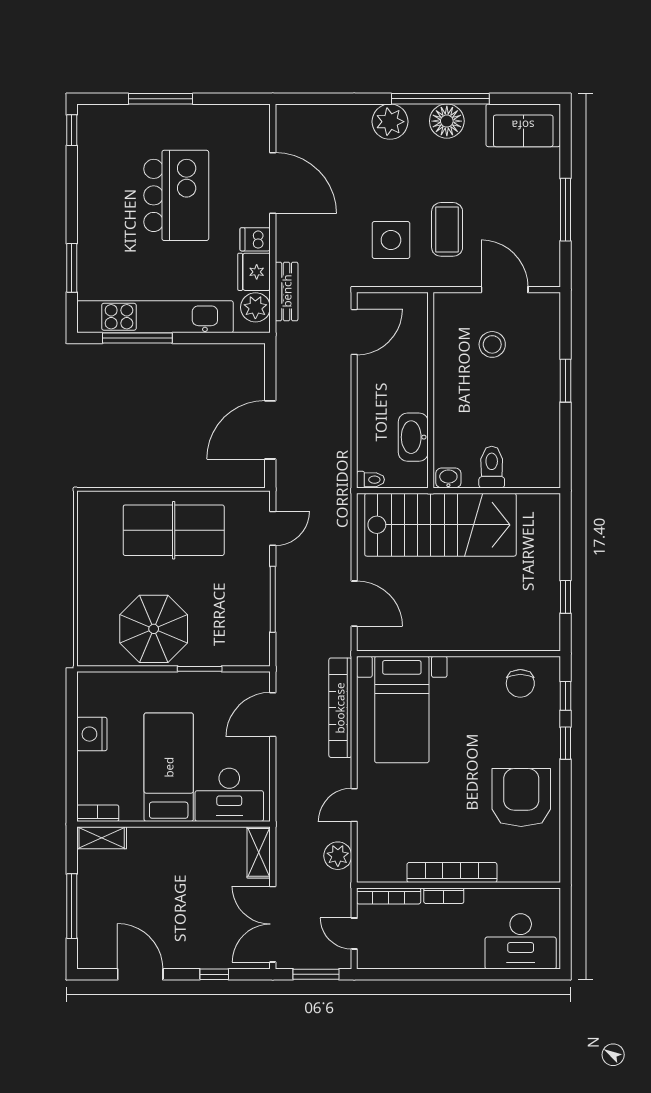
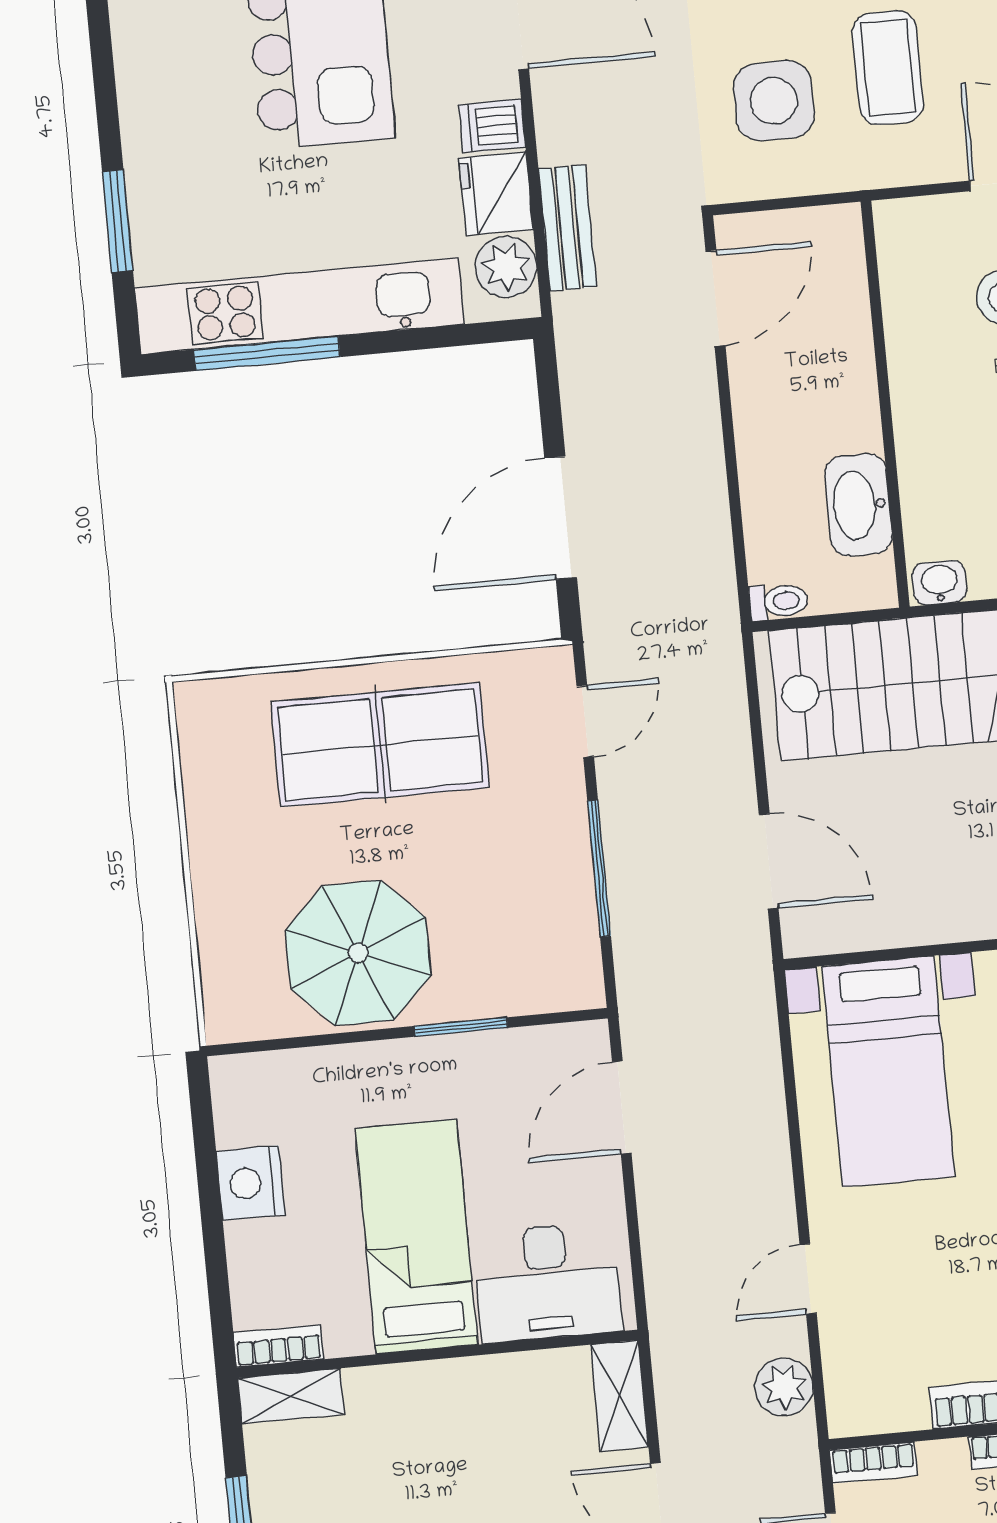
bookcase: (340, 708) -> (760, 1080), removed
bookcase: (389, 896) -> (874, 1463), width x0.64

